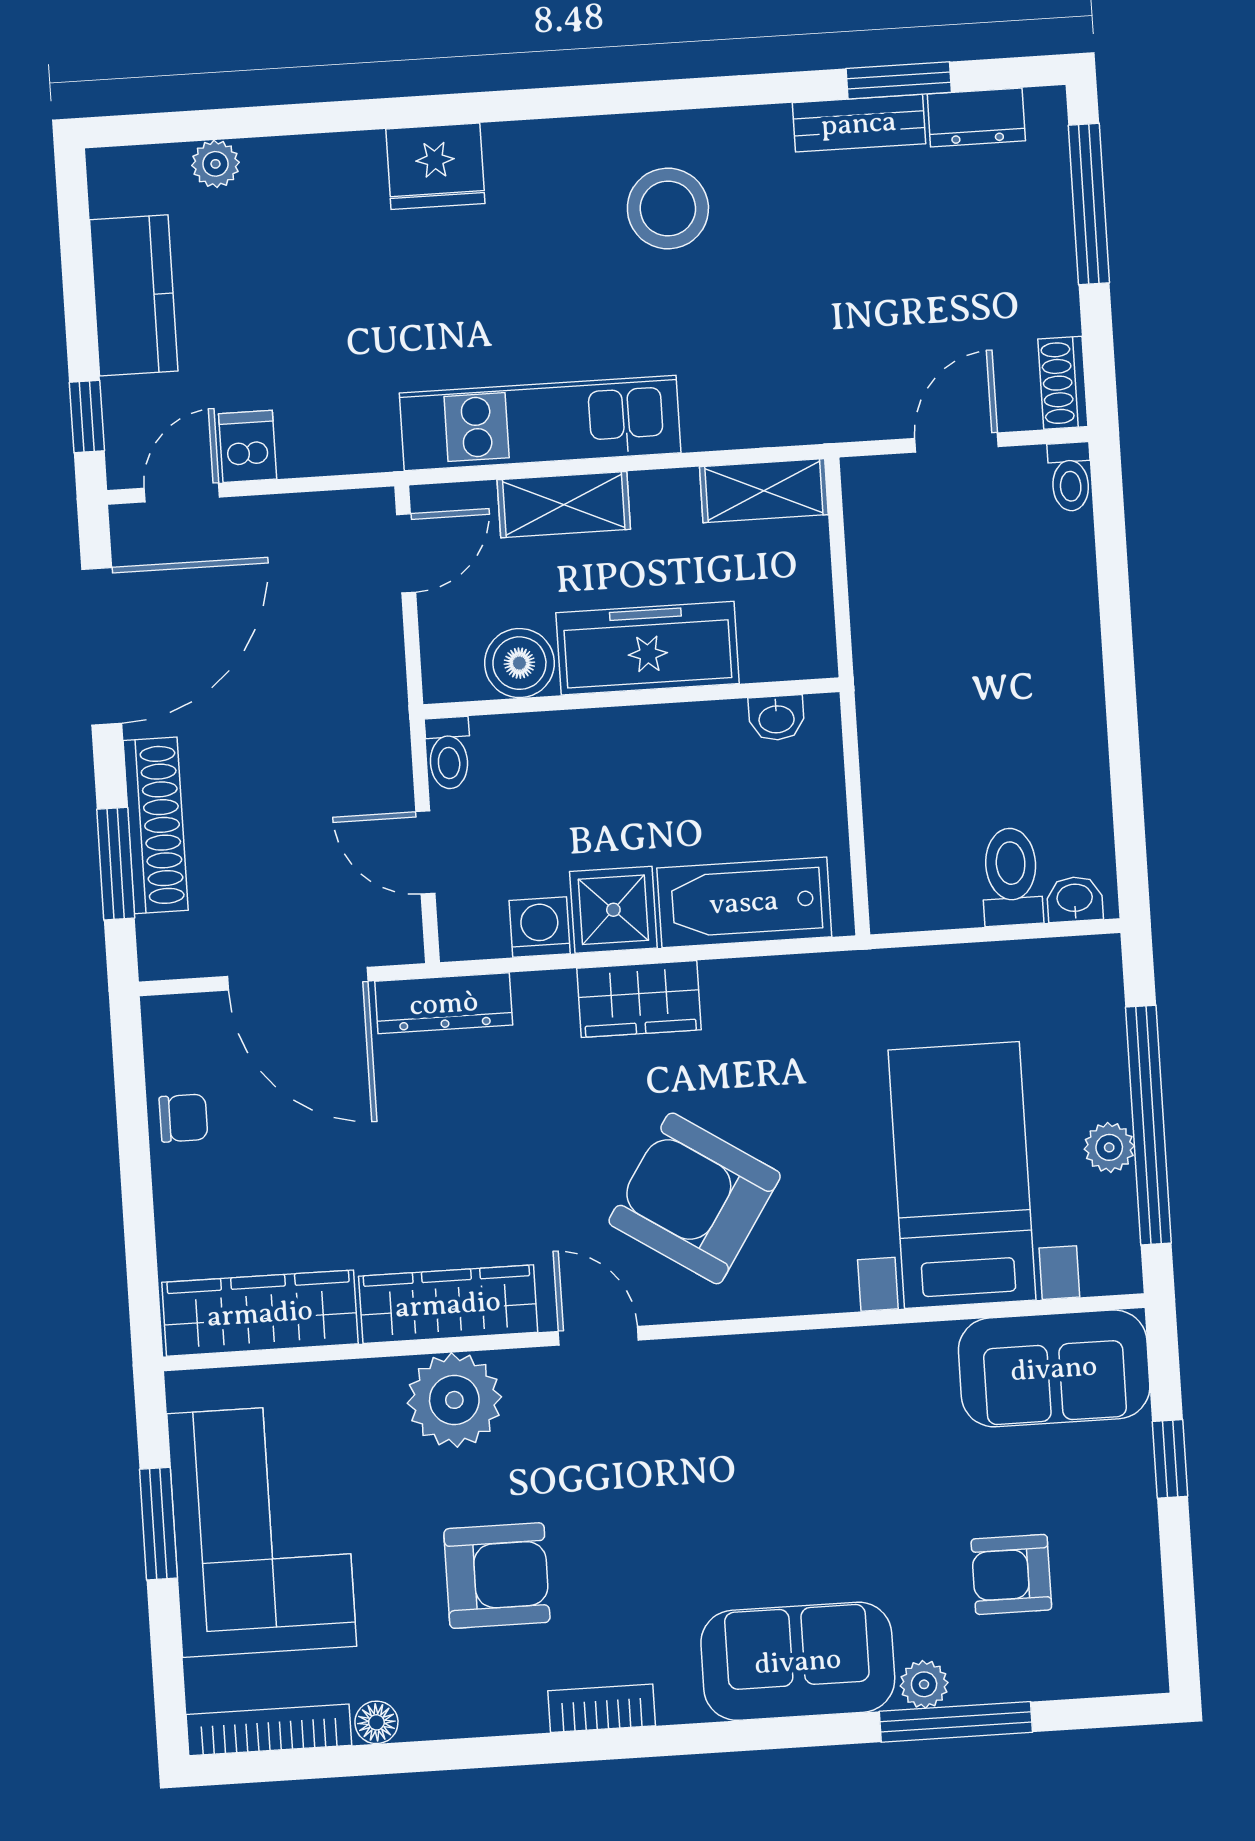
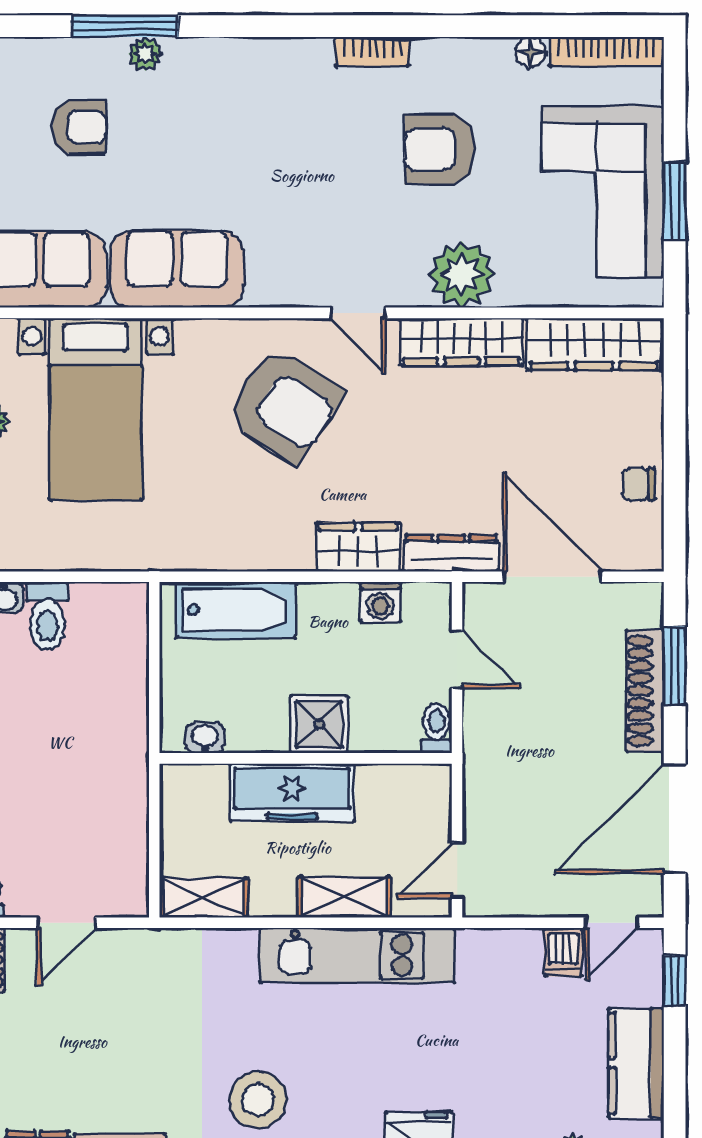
boiler: (519, 663) -> (383, 788), removed
shower: (613, 910) -> (319, 724), moved
wardrobe: (639, 999) -> (358, 547), moved
sofa: (798, 1661) -> (177, 269), moved, turned 180

